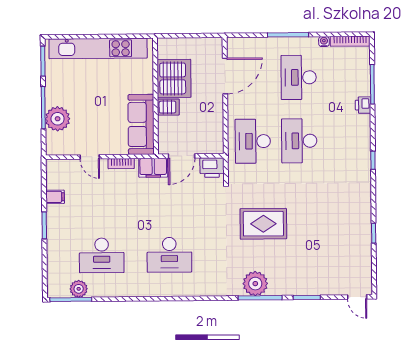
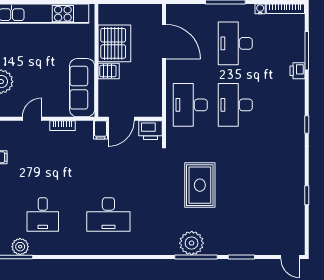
door: (225, 76) -> (164, 41), hinge flipped
door: (90, 157) -> (32, 119), swing flipped
filing cabinet: (153, 168) -> (100, 130), width x0.50
rug: (263, 224) -> (200, 185), turned 90
desk: (102, 255) -> (43, 214), width x0.73

